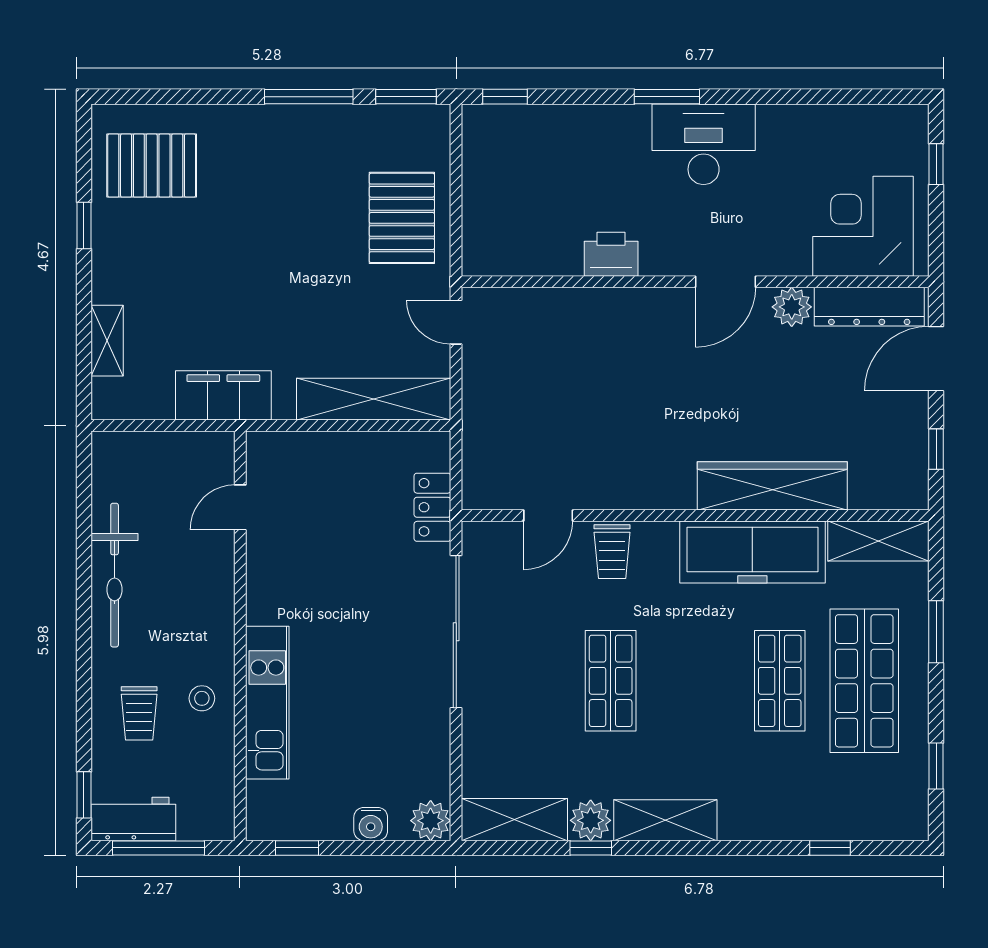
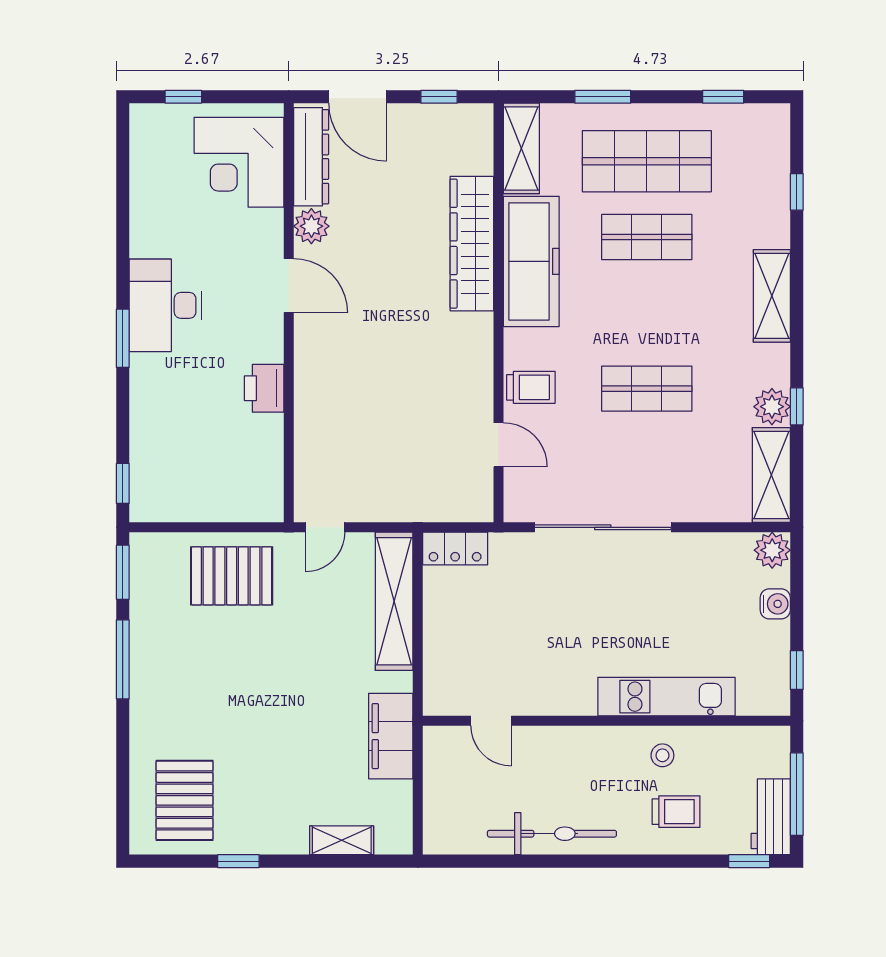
locker: (432, 507) -> (455, 549), moved
shelving: (665, 820) -> (772, 296), moved

